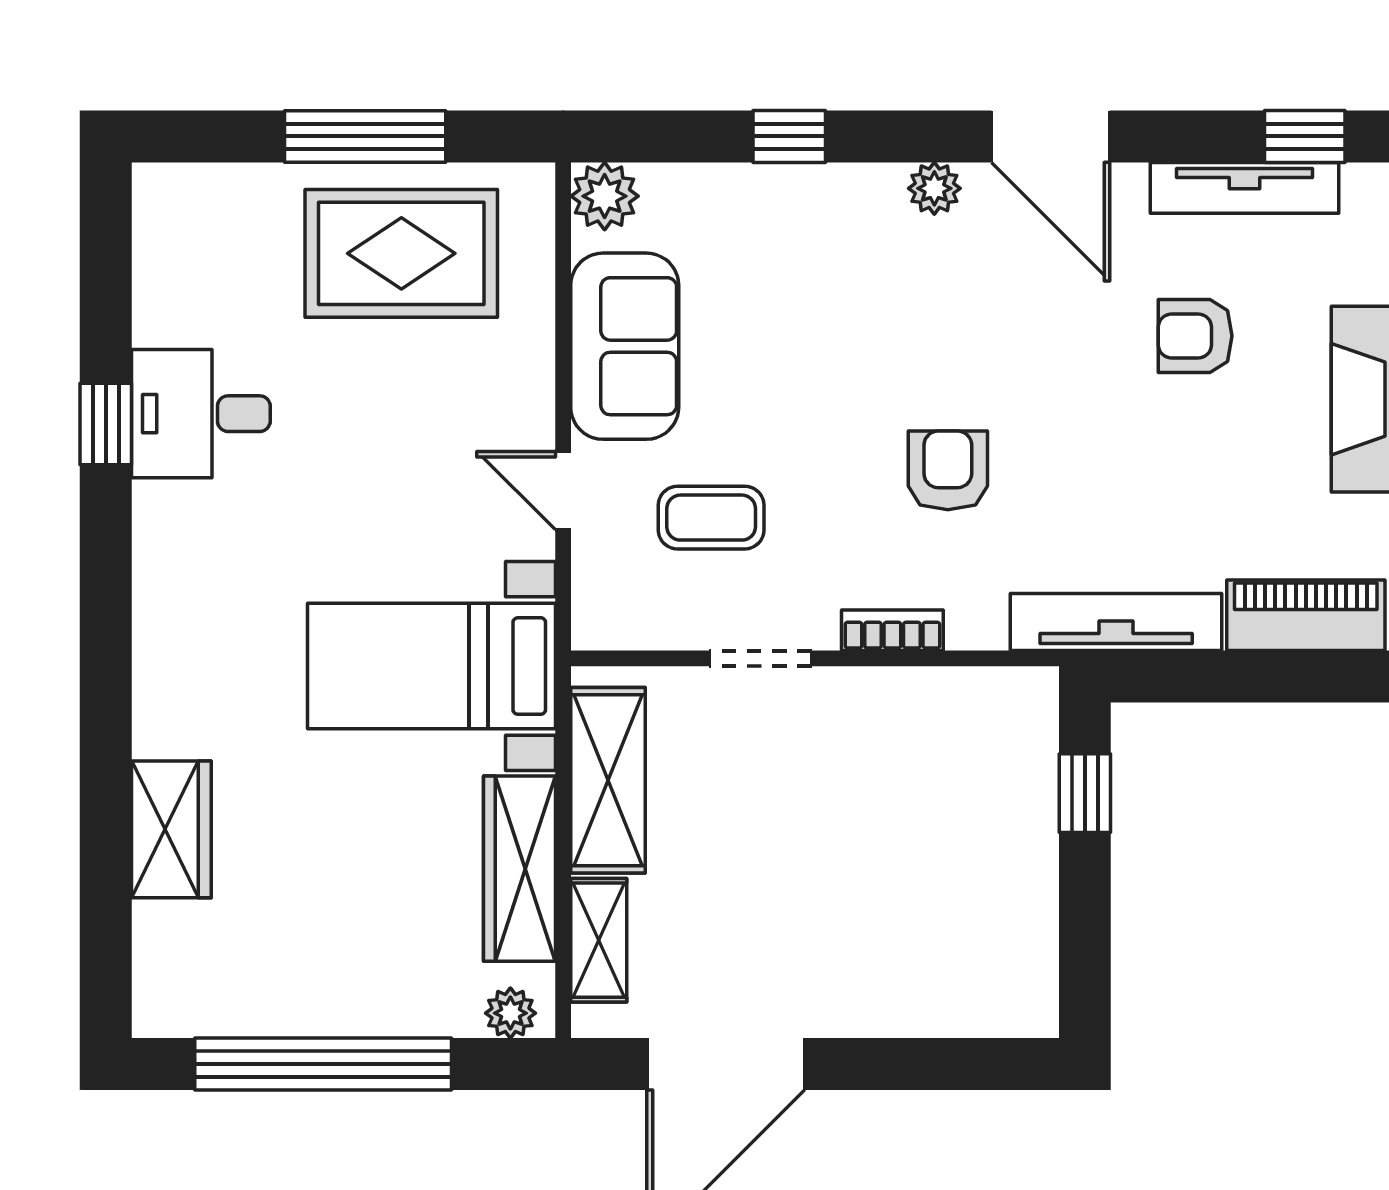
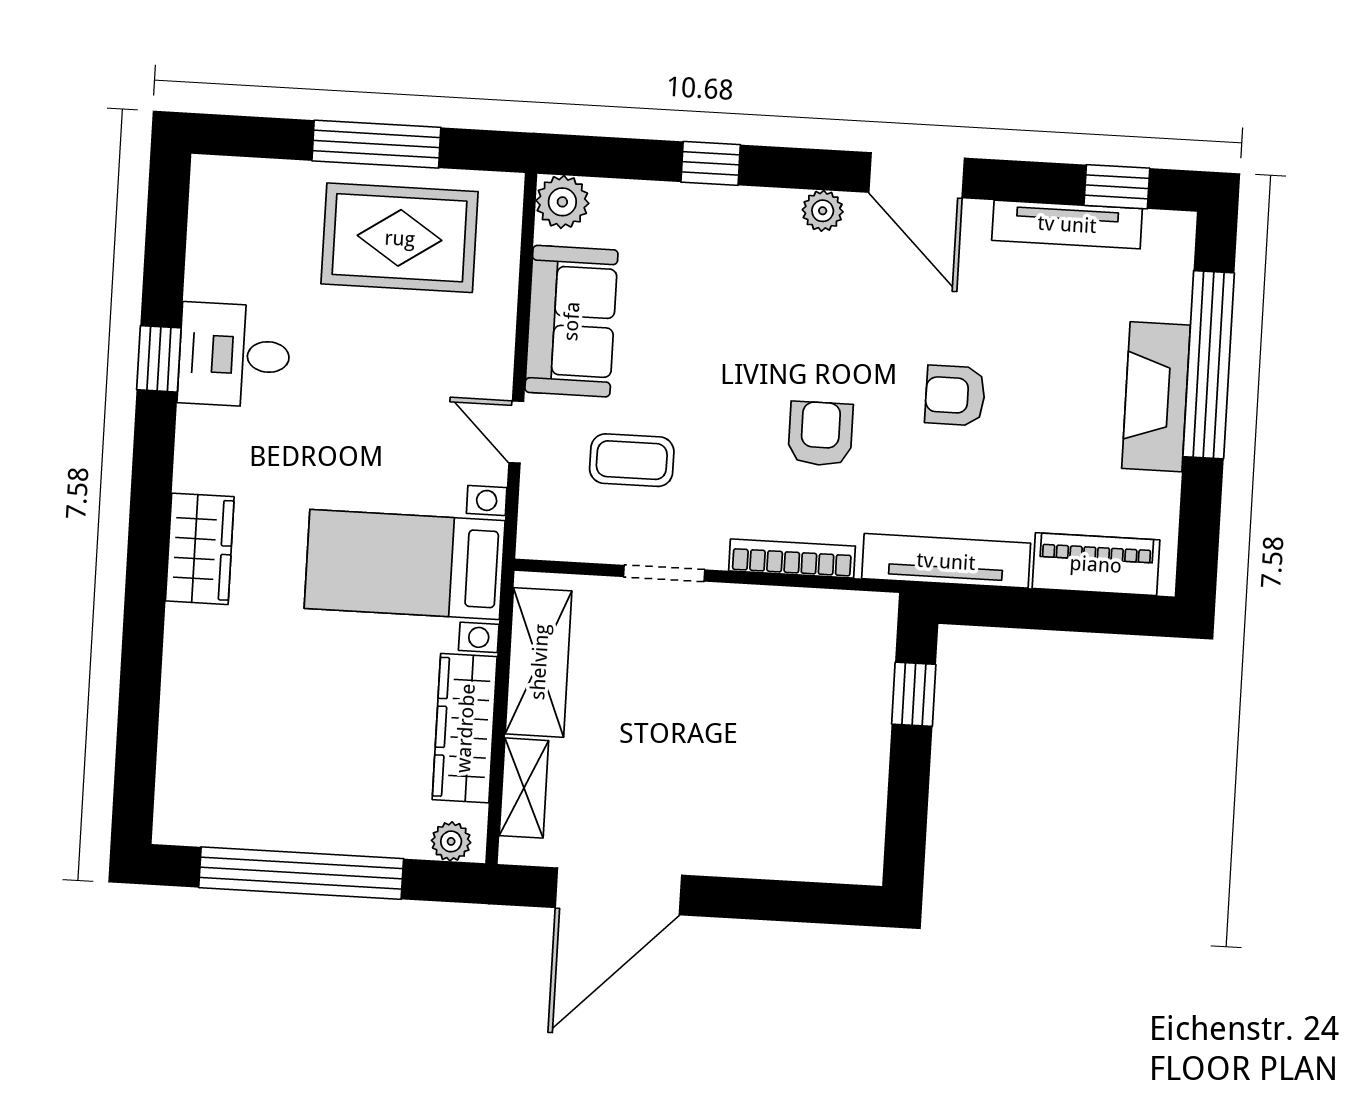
armchair: (1195, 336) -> (955, 395), moved
bookcase: (892, 630) -> (792, 558), width x1.56
wardrobe: (171, 829) -> (200, 549), moved

